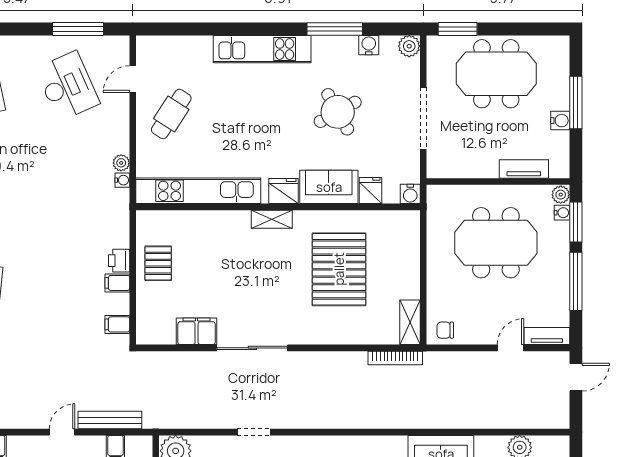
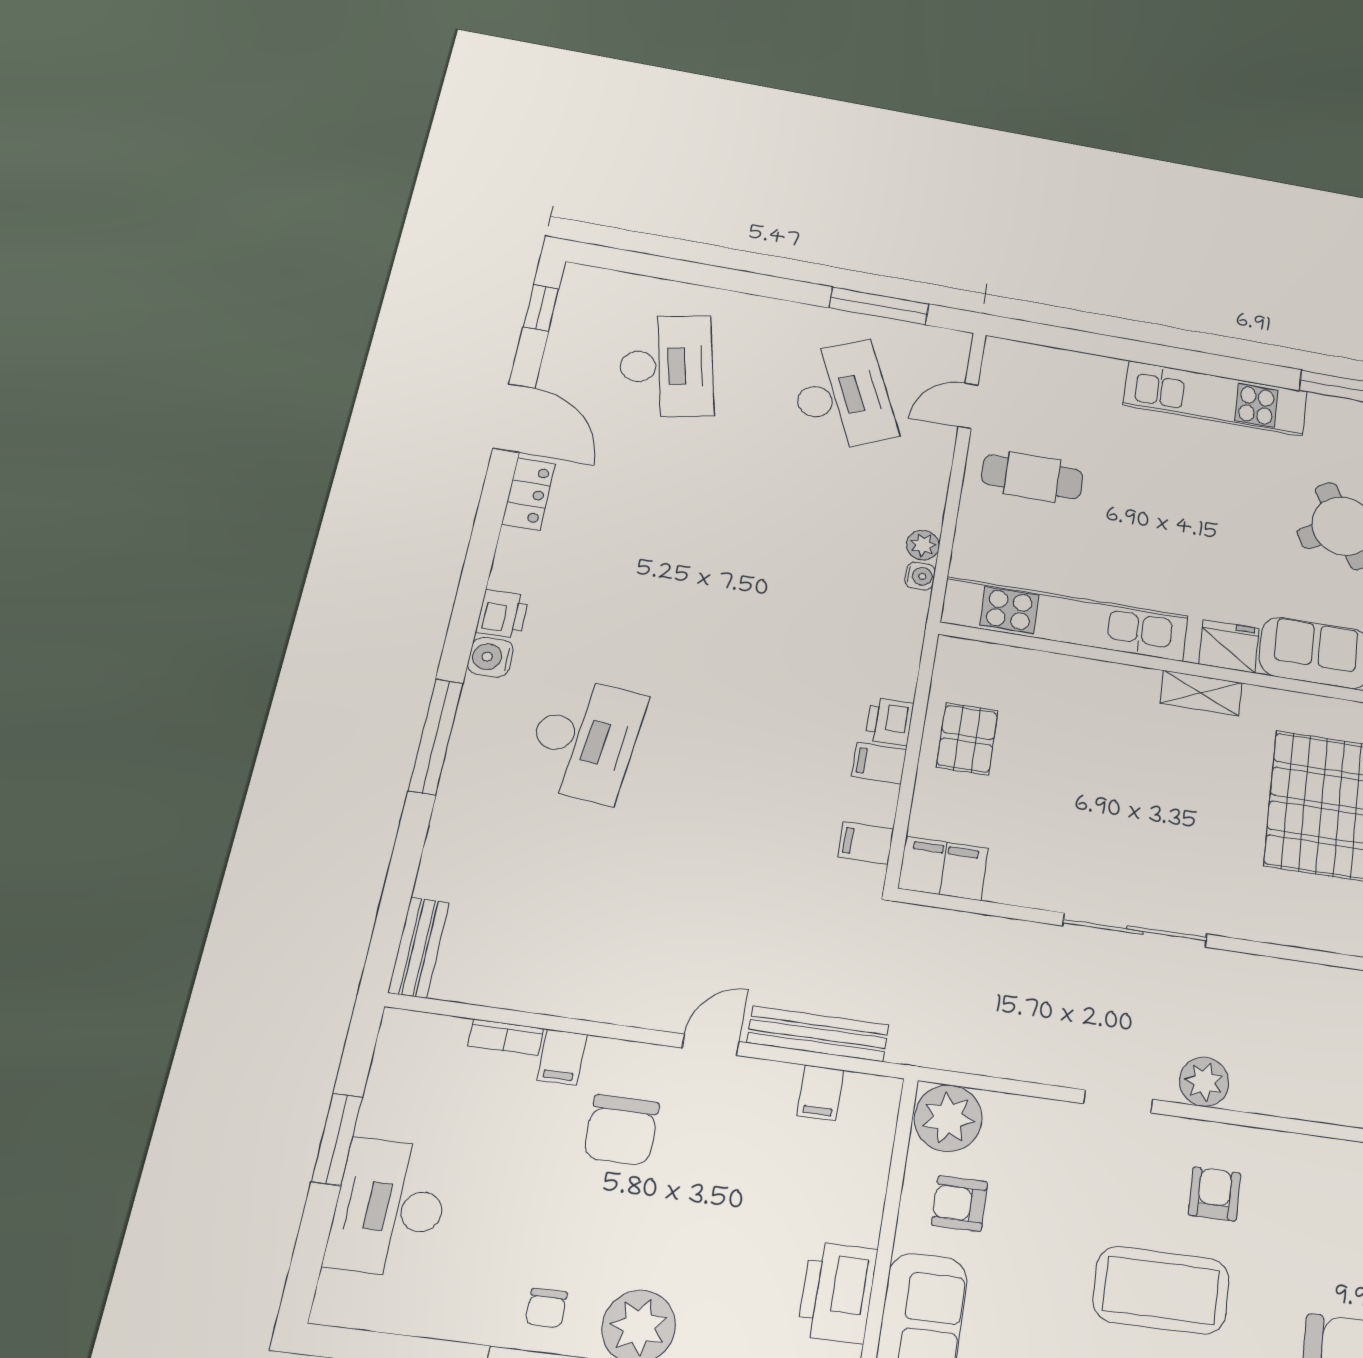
cafe table: (171, 114) -> (1032, 477), turned 57
filing cabinet: (197, 331) -> (943, 868), moved
plant: (294, 417) -> (1204, 1082), added

